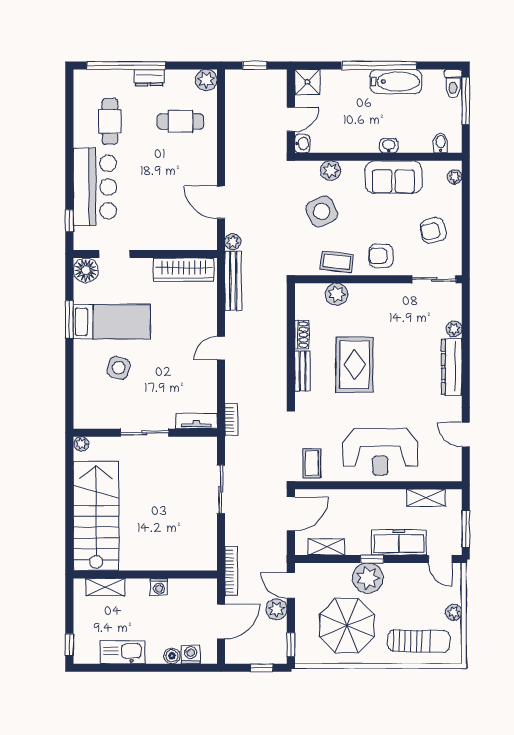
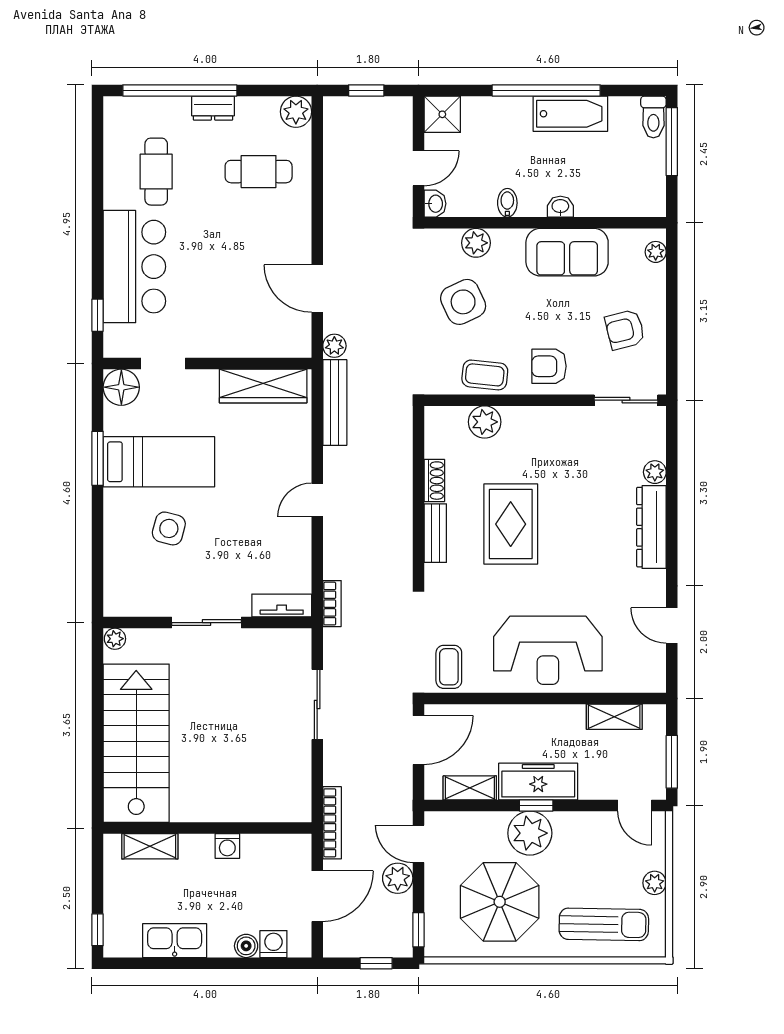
bidet: (441, 143) -> (507, 203), moved
freezer: (399, 542) -> (538, 782), moved

